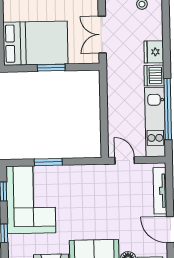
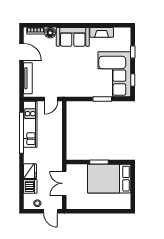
double door: (102, 35) -> (64, 183), swing flipped
dishwasher: (154, 76) -> (30, 186), moved
door: (125, 160) -> (51, 99), hinge flipped

